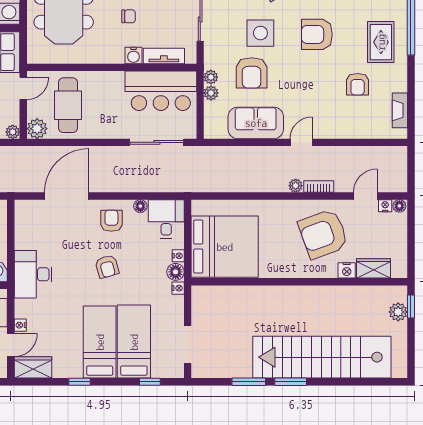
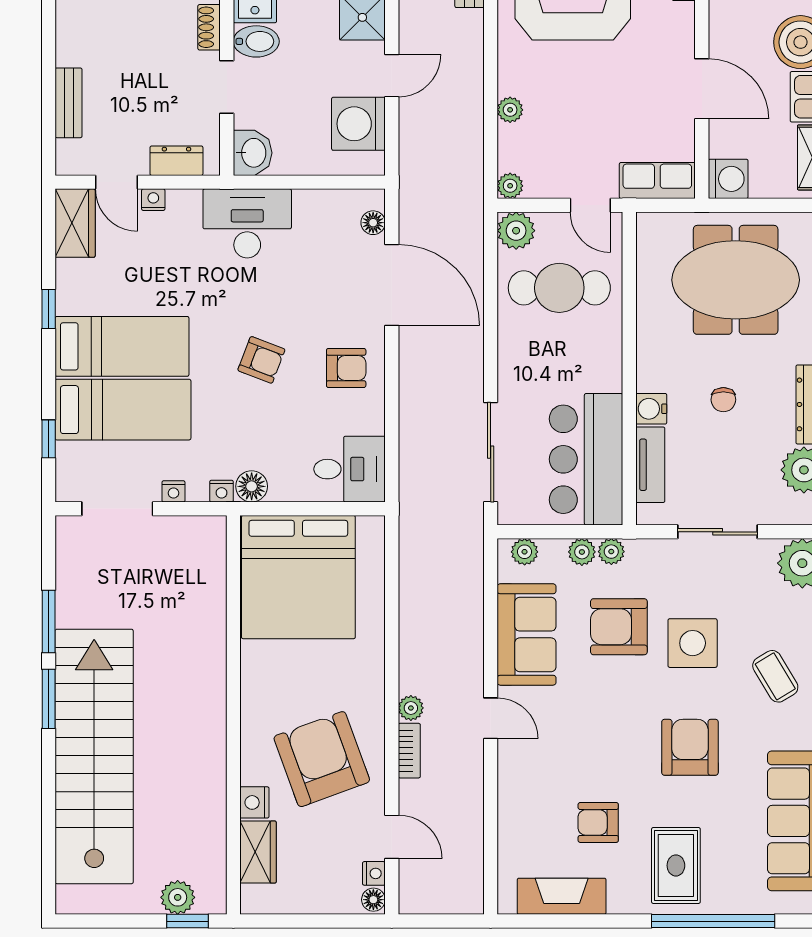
rug: (381, 42) -> (676, 865), turned 90
fireplace: (400, 110) -> (562, 896), width x1.37, depth x1.32
plant: (211, 124) -> (525, 552), added
floor lamp: (140, 206) -> (373, 223), moved
nightstand: (178, 256) -> (173, 491), moved
armchair: (107, 267) -> (261, 360), turned -143

